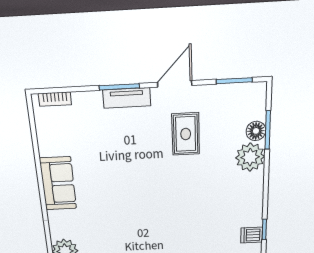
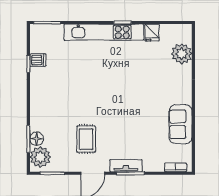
plant: (250, 157) -> (40, 157), moved
sofa: (58, 183) -> (181, 124), moved

